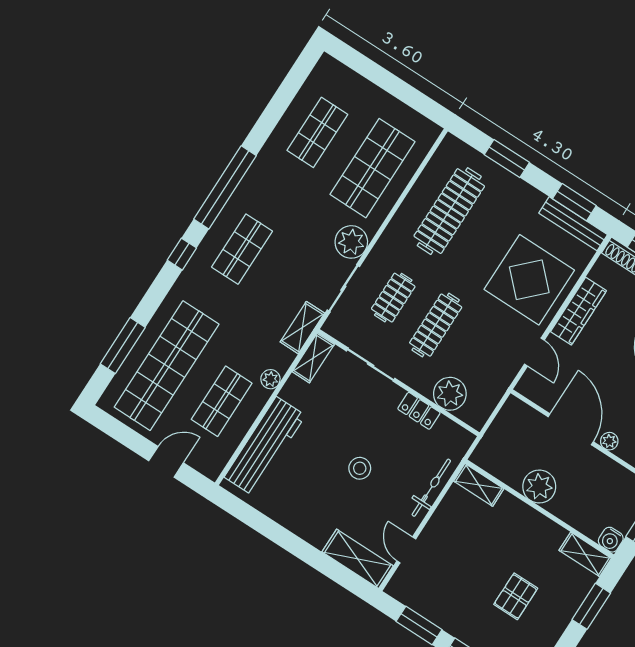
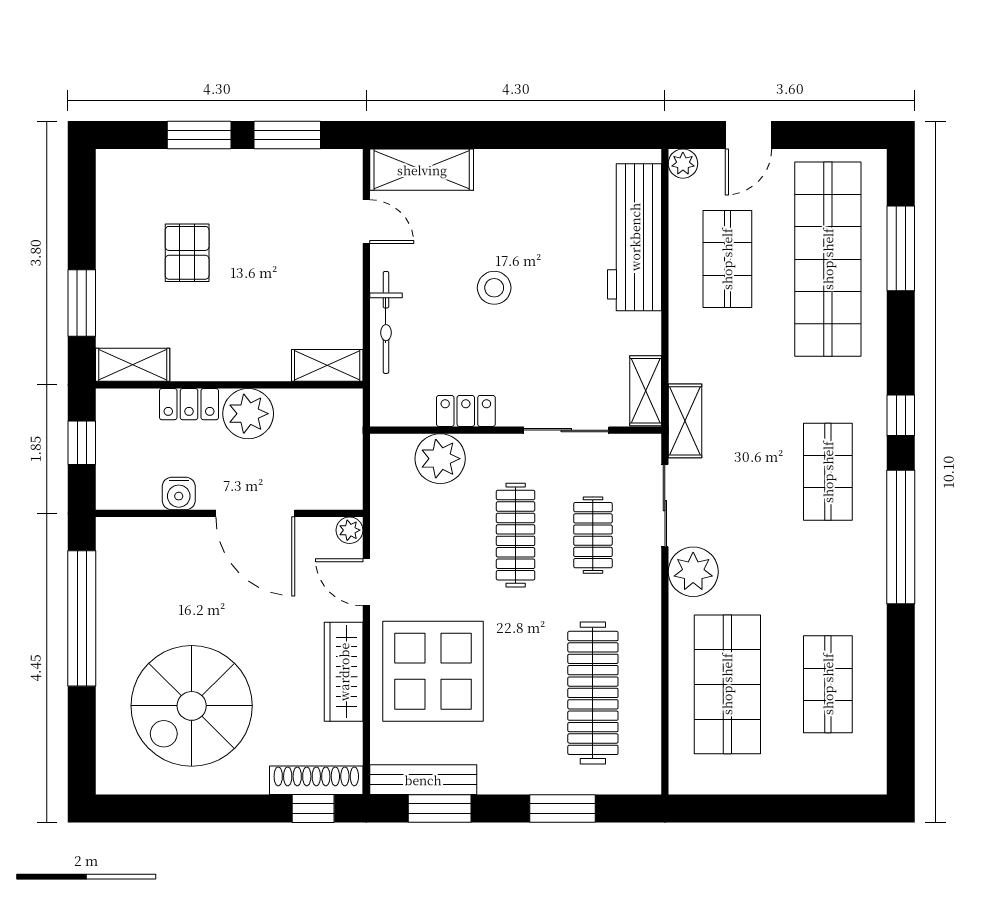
plant: (270, 379) -> (683, 164), moved
plant: (609, 441) -> (349, 530), moved
locker: (568, 513) -> (189, 404), added
water cooler: (611, 540) -> (179, 493), moved, turned 180

